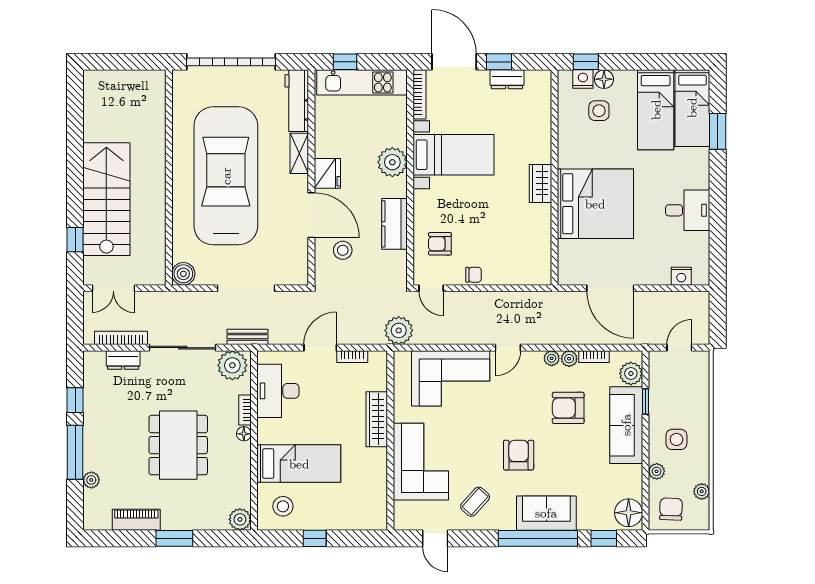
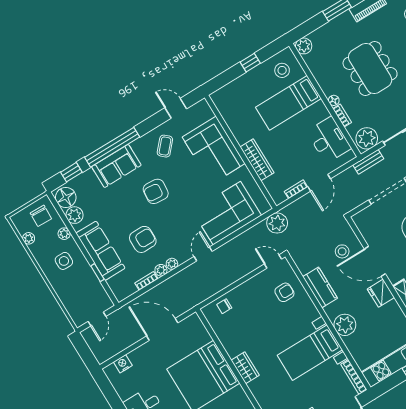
chair: (474, 275) -> (224, 306), moved
plant: (631, 373) -> (75, 215), moved
armchair: (519, 455) -> (156, 191), turned 95

